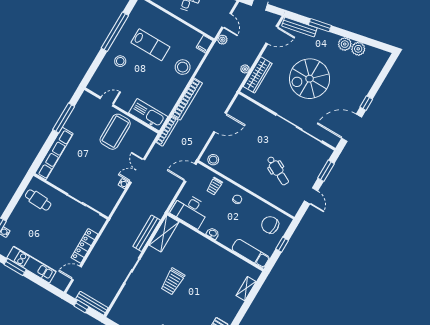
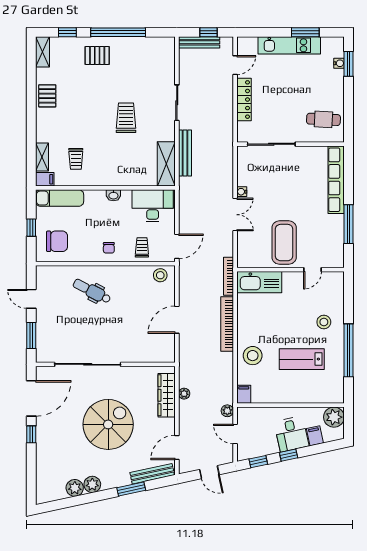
dental chair: (278, 171) -> (92, 291), moved
filing cabinet: (253, 272) -> (45, 179), added
trolley: (224, 274) -> (76, 159), added

